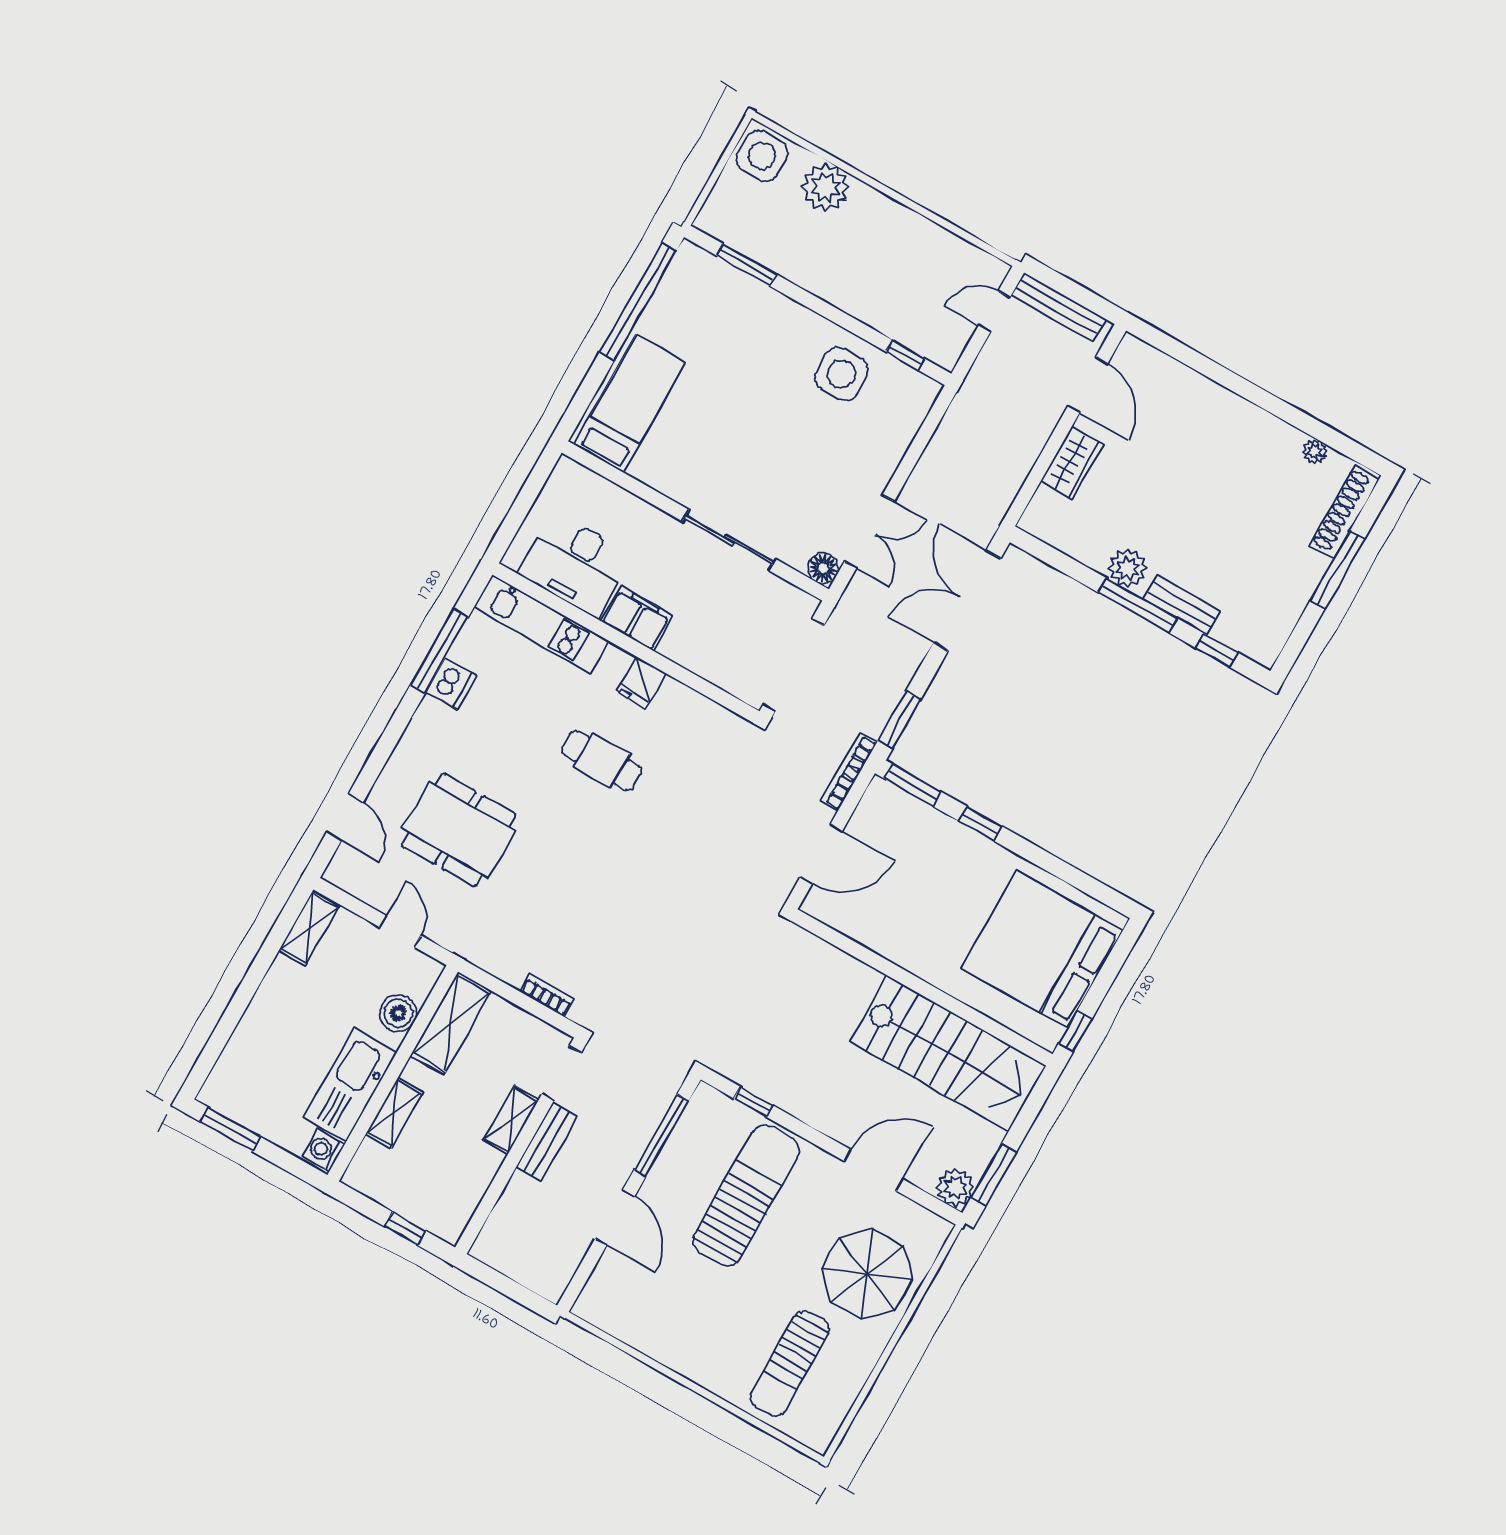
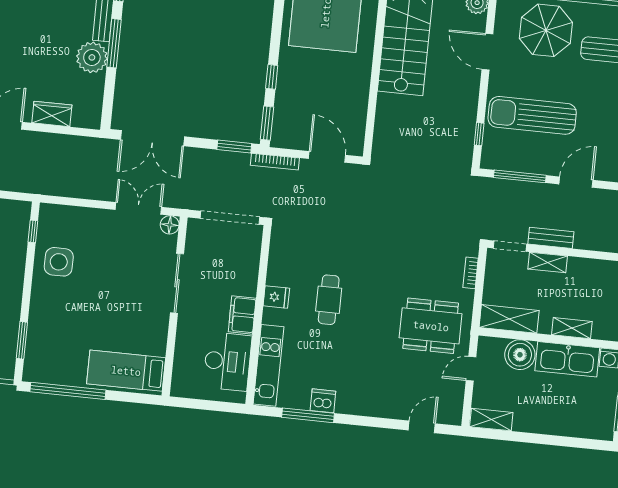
plant: (1128, 568) -> (92, 57), width x1.36, depth x1.36
dining table: (459, 830) -> (431, 326), moved, turned 90
boiler: (398, 1013) -> (520, 355), width x1.37, depth x1.37

